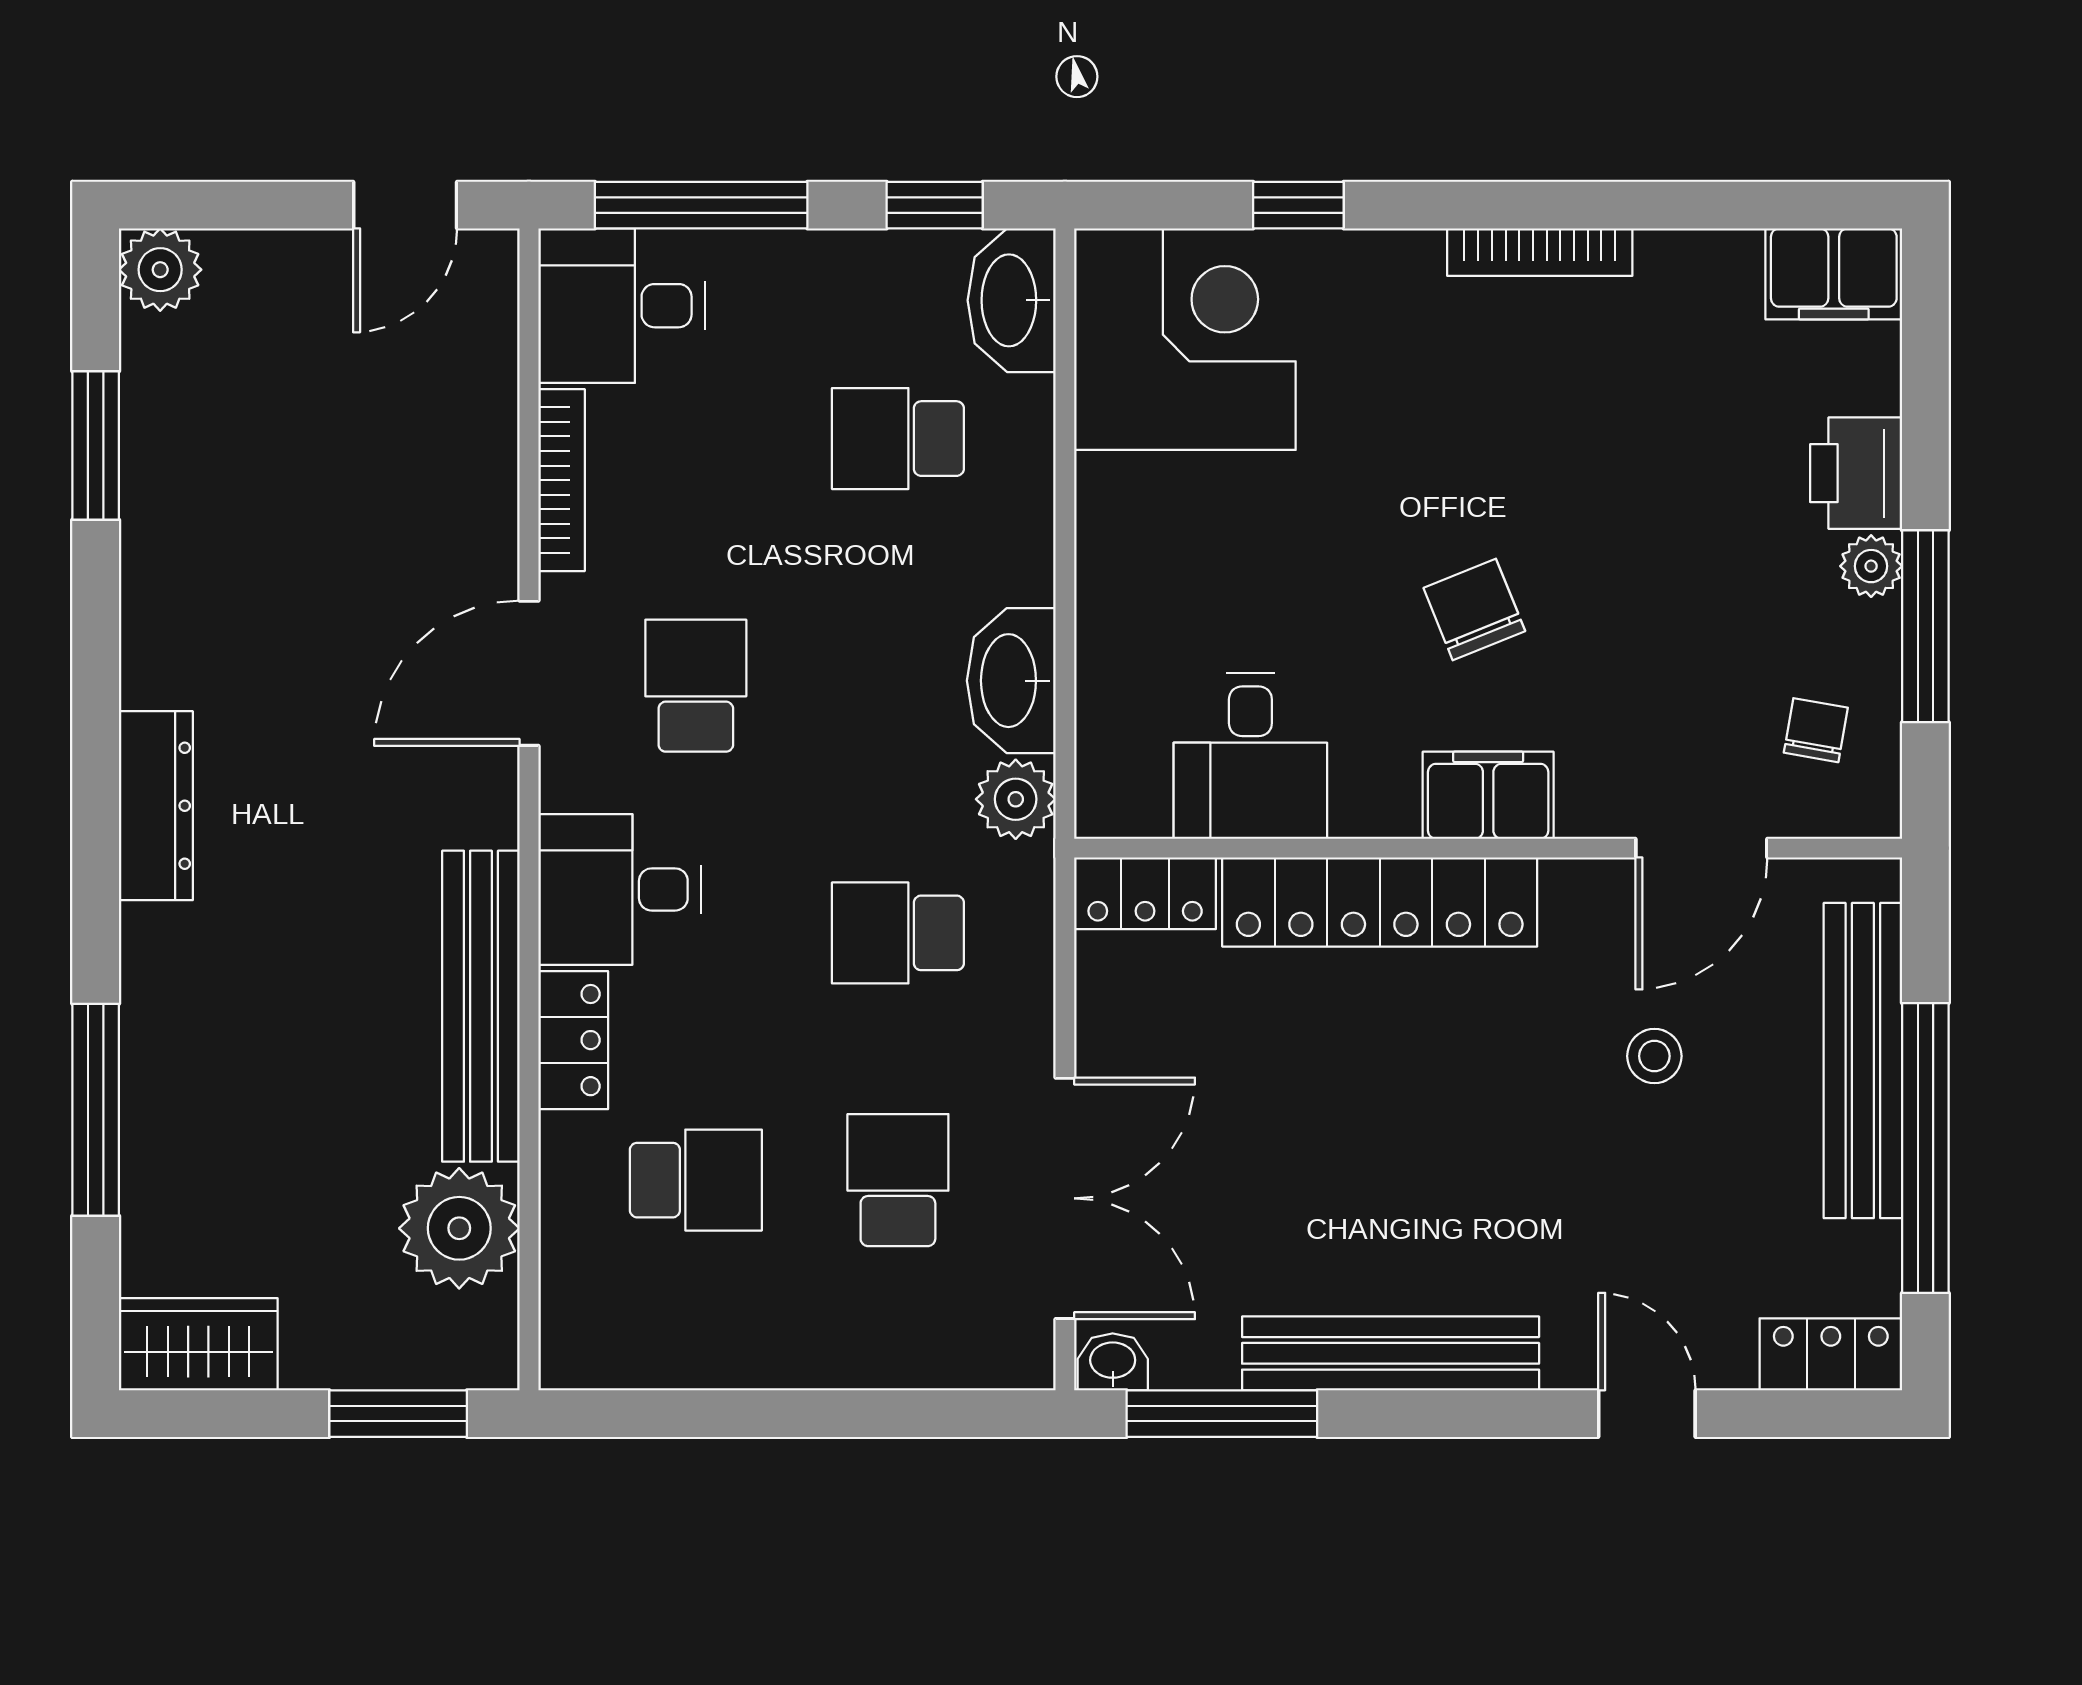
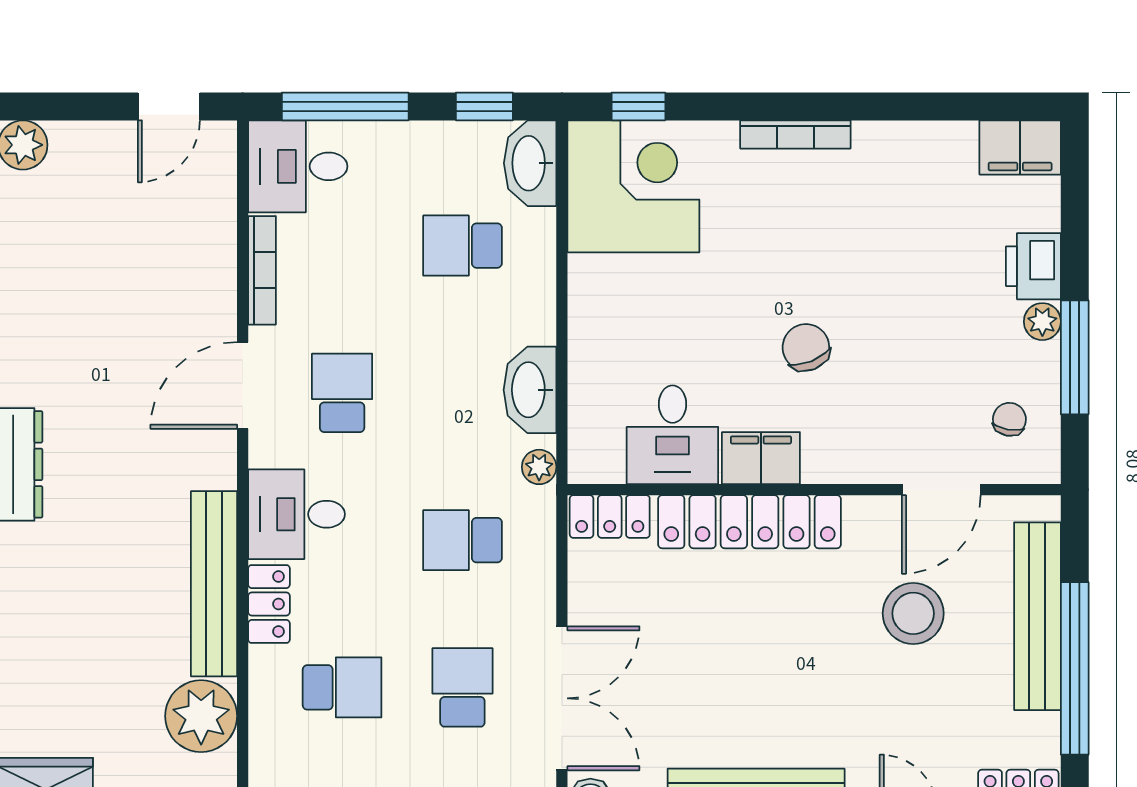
window: (1298, 205) -> (638, 106), moved
bookcase: (1540, 252) -> (795, 134), moved
filing cabinet: (1488, 795) -> (761, 458), moved
plant: (1016, 799) -> (539, 467), width x0.73, depth x0.73
stool: (1654, 1056) -> (913, 613), width x1.89, depth x1.89

